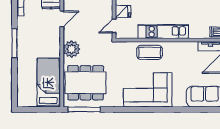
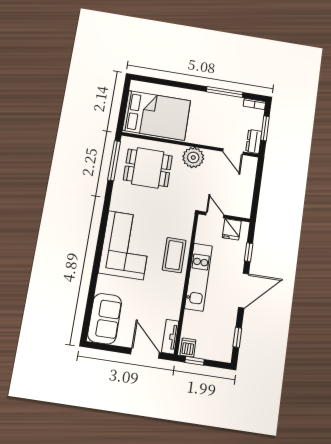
window: (14, 43) -> (225, 92), moved
bed: (48, 83) -> (157, 115), width x1.50
dining table: (86, 83) -> (148, 168), width x0.73

